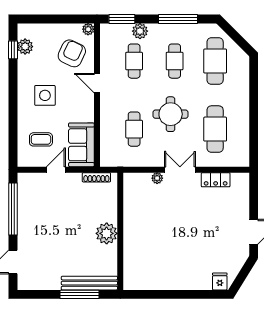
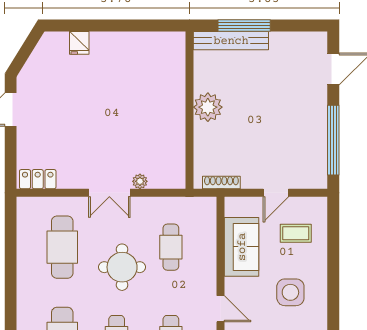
sofa: (81, 145) -> (242, 247), moved
locker: (216, 180) -> (38, 179), moved
fridge: (220, 281) -> (79, 43), moved

